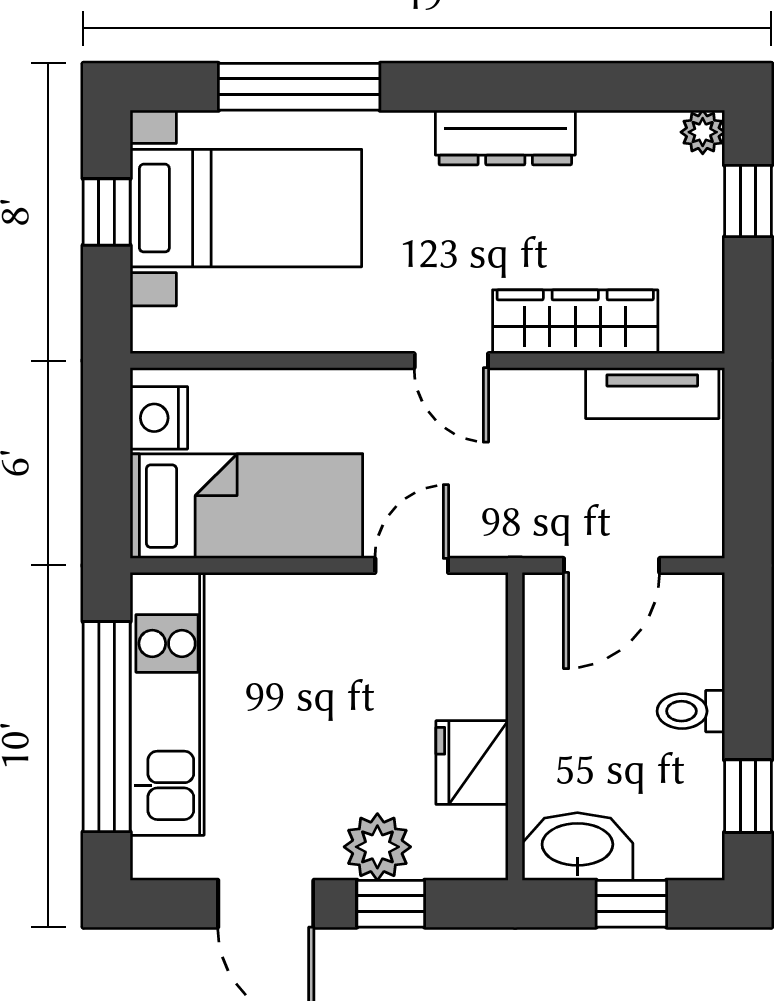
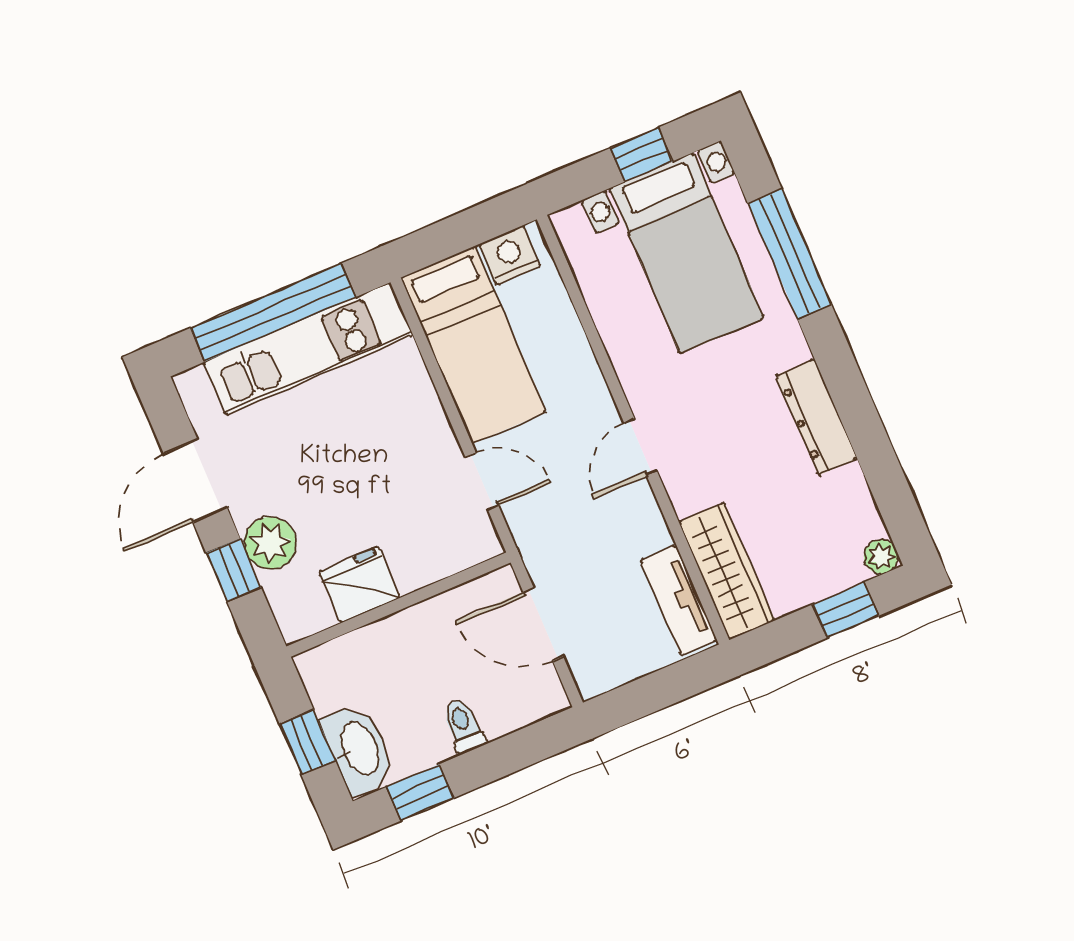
wardrobe: (575, 322) -> (727, 571), moved
washbasin: (577, 846) -> (359, 749), moved

